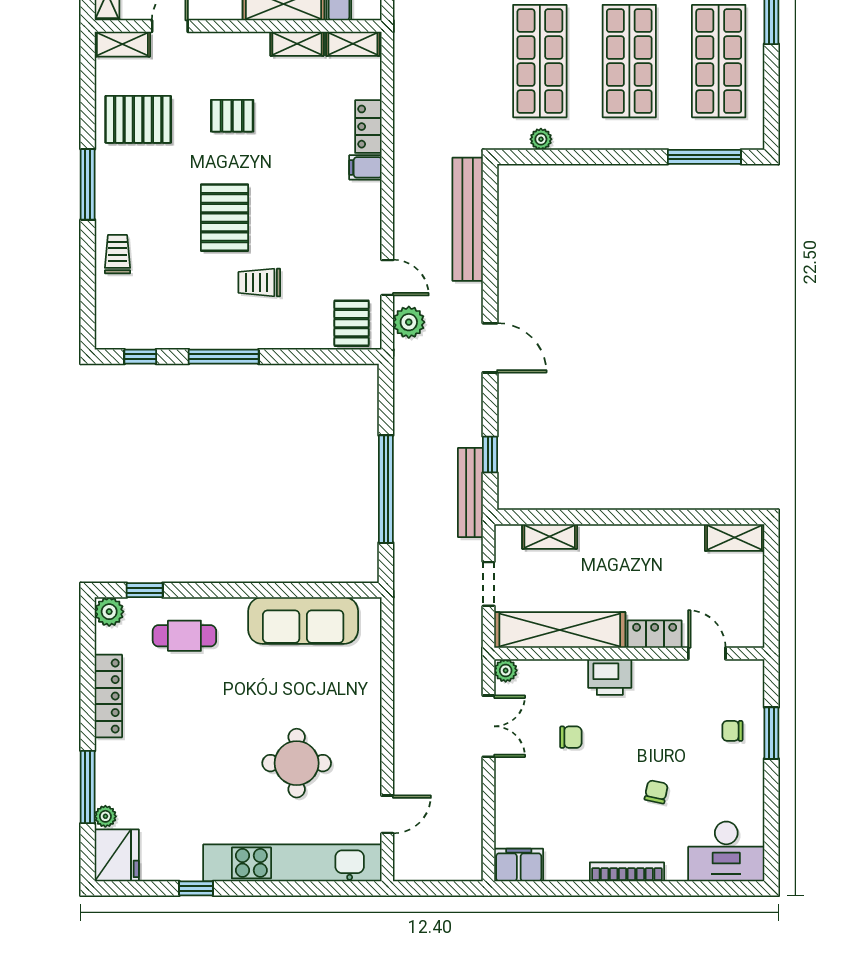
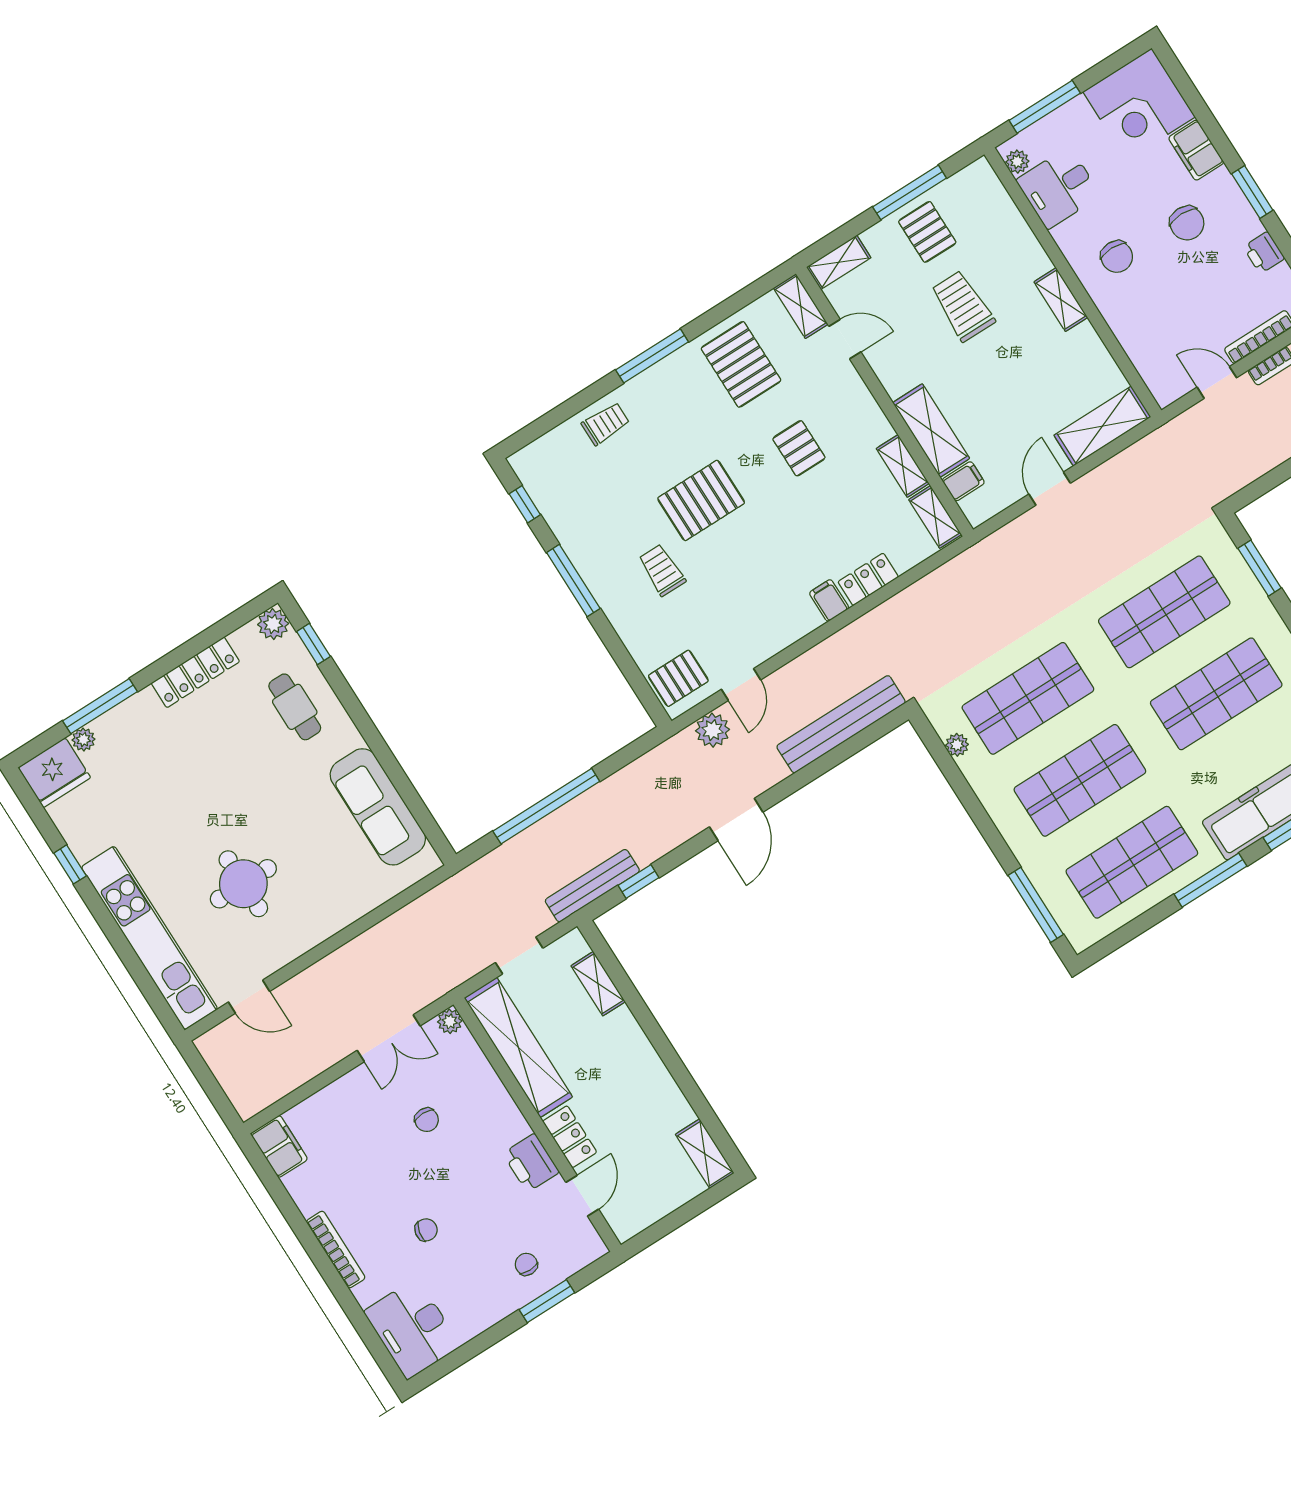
printer: (610, 677) -> (531, 1163), moved

